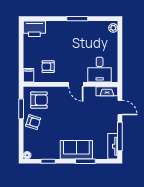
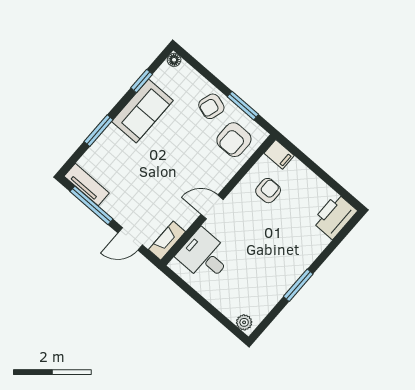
sofa: (76, 150) -> (142, 111), moved

